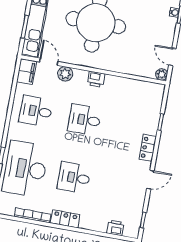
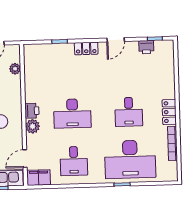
plant: (65, 74) -> (33, 126), moved
plant: (162, 74) -> (15, 69), moved
desk: (85, 120) -> (72, 113), width x1.37
door: (150, 180) -> (116, 40), swing flipped
printer: (115, 228) -> (146, 47), moved, turned -90

